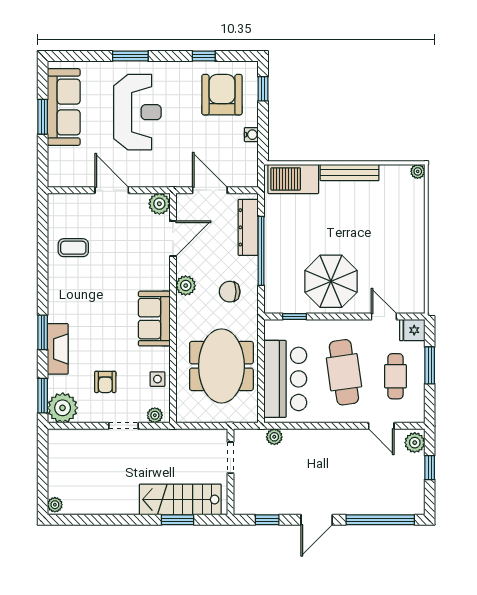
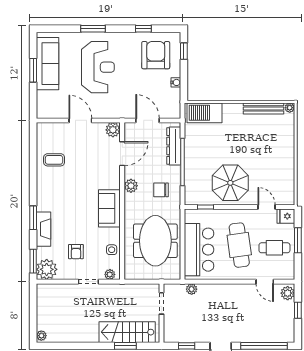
bench: (350, 173) -> (264, 108), moved
cafe table: (395, 376) -> (274, 248), turned 90

